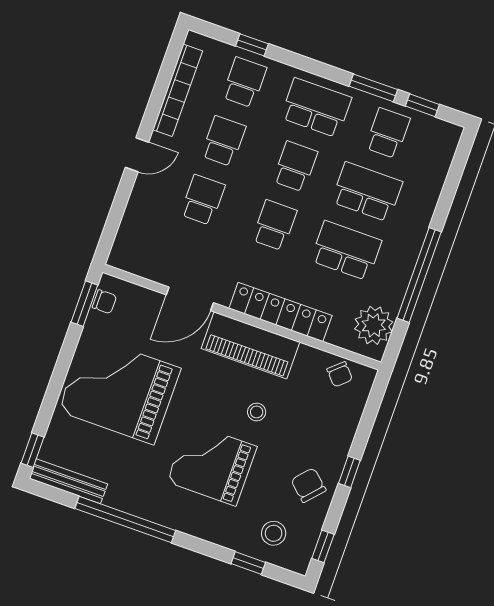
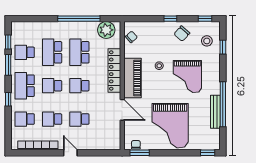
window: (252, 45) -> (8, 99), moved
bench: (68, 481) -> (215, 112), moved

